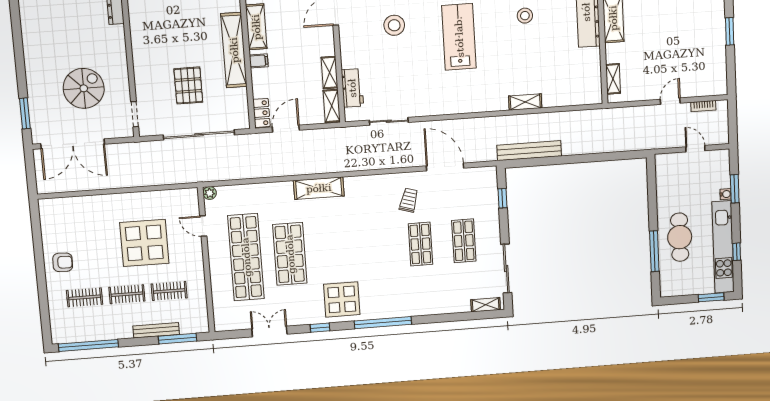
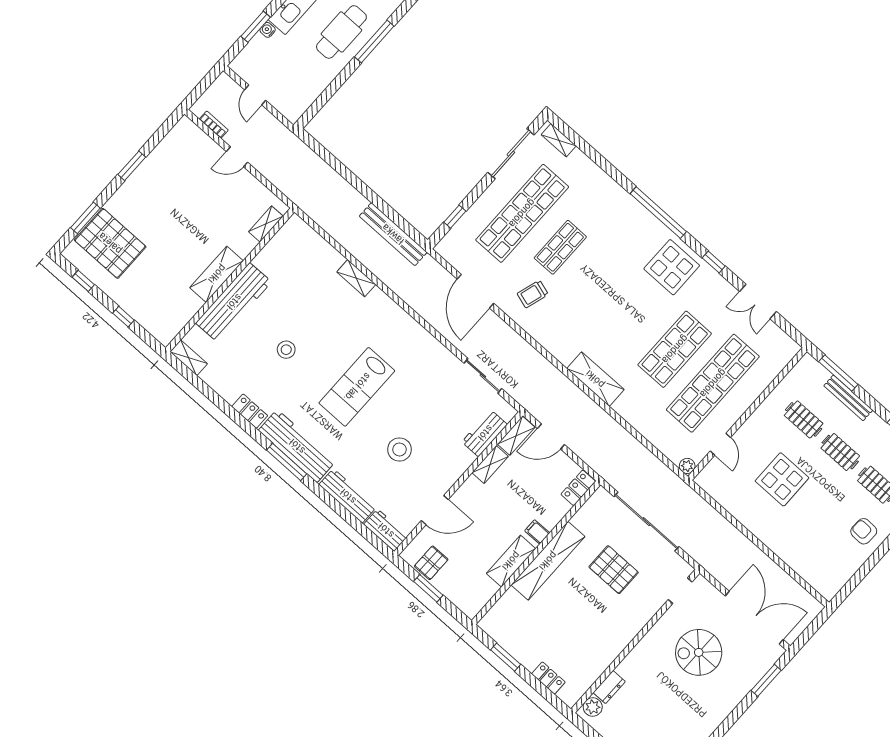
pallet: (188, 86) -> (614, 570), turned 90
door: (286, 129) -> (551, 436), moved
shop shelf: (464, 241) -> (522, 213), width x2.00, depth x1.36
display table: (144, 243) -> (782, 479), width x0.73, depth x0.73

